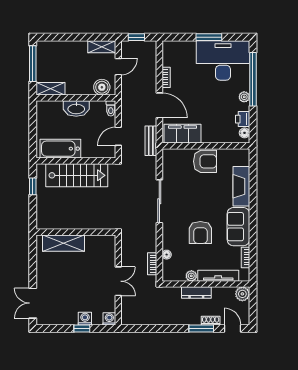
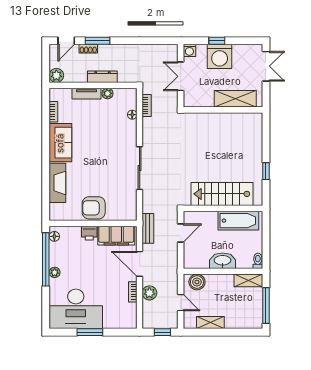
shelving: (102, 47) -> (210, 323), moved
door: (118, 67) -> (181, 303), swing flipped
plant: (149, 76) -> (149, 293), added
window: (253, 79) -> (46, 259), moved
toilet: (111, 108) -> (258, 261), moved
printer: (243, 119) -> (89, 233), moved, turned 90
window: (33, 186) -> (266, 171), moved
wall: (76, 232) -> (223, 110), moved
armchair: (200, 233) -> (98, 137), removed
shelving: (64, 243) -> (235, 99), moved
tv unit: (218, 276) -> (87, 94), width x0.71
double door: (118, 281) -> (181, 76), moved
washing machine: (85, 319) -> (220, 56), width x1.89, depth x1.89
door: (233, 328) -> (66, 41), hinge flipped

